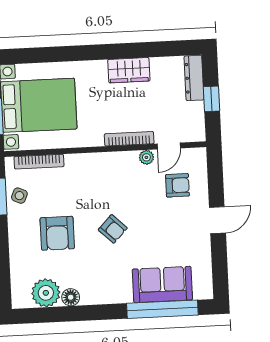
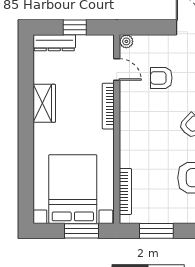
plant: (146, 157) -> (126, 41), moved
armchair: (177, 185) -> (161, 78), moved, turned -90
side table: (19, 196) -> (156, 211), removed

